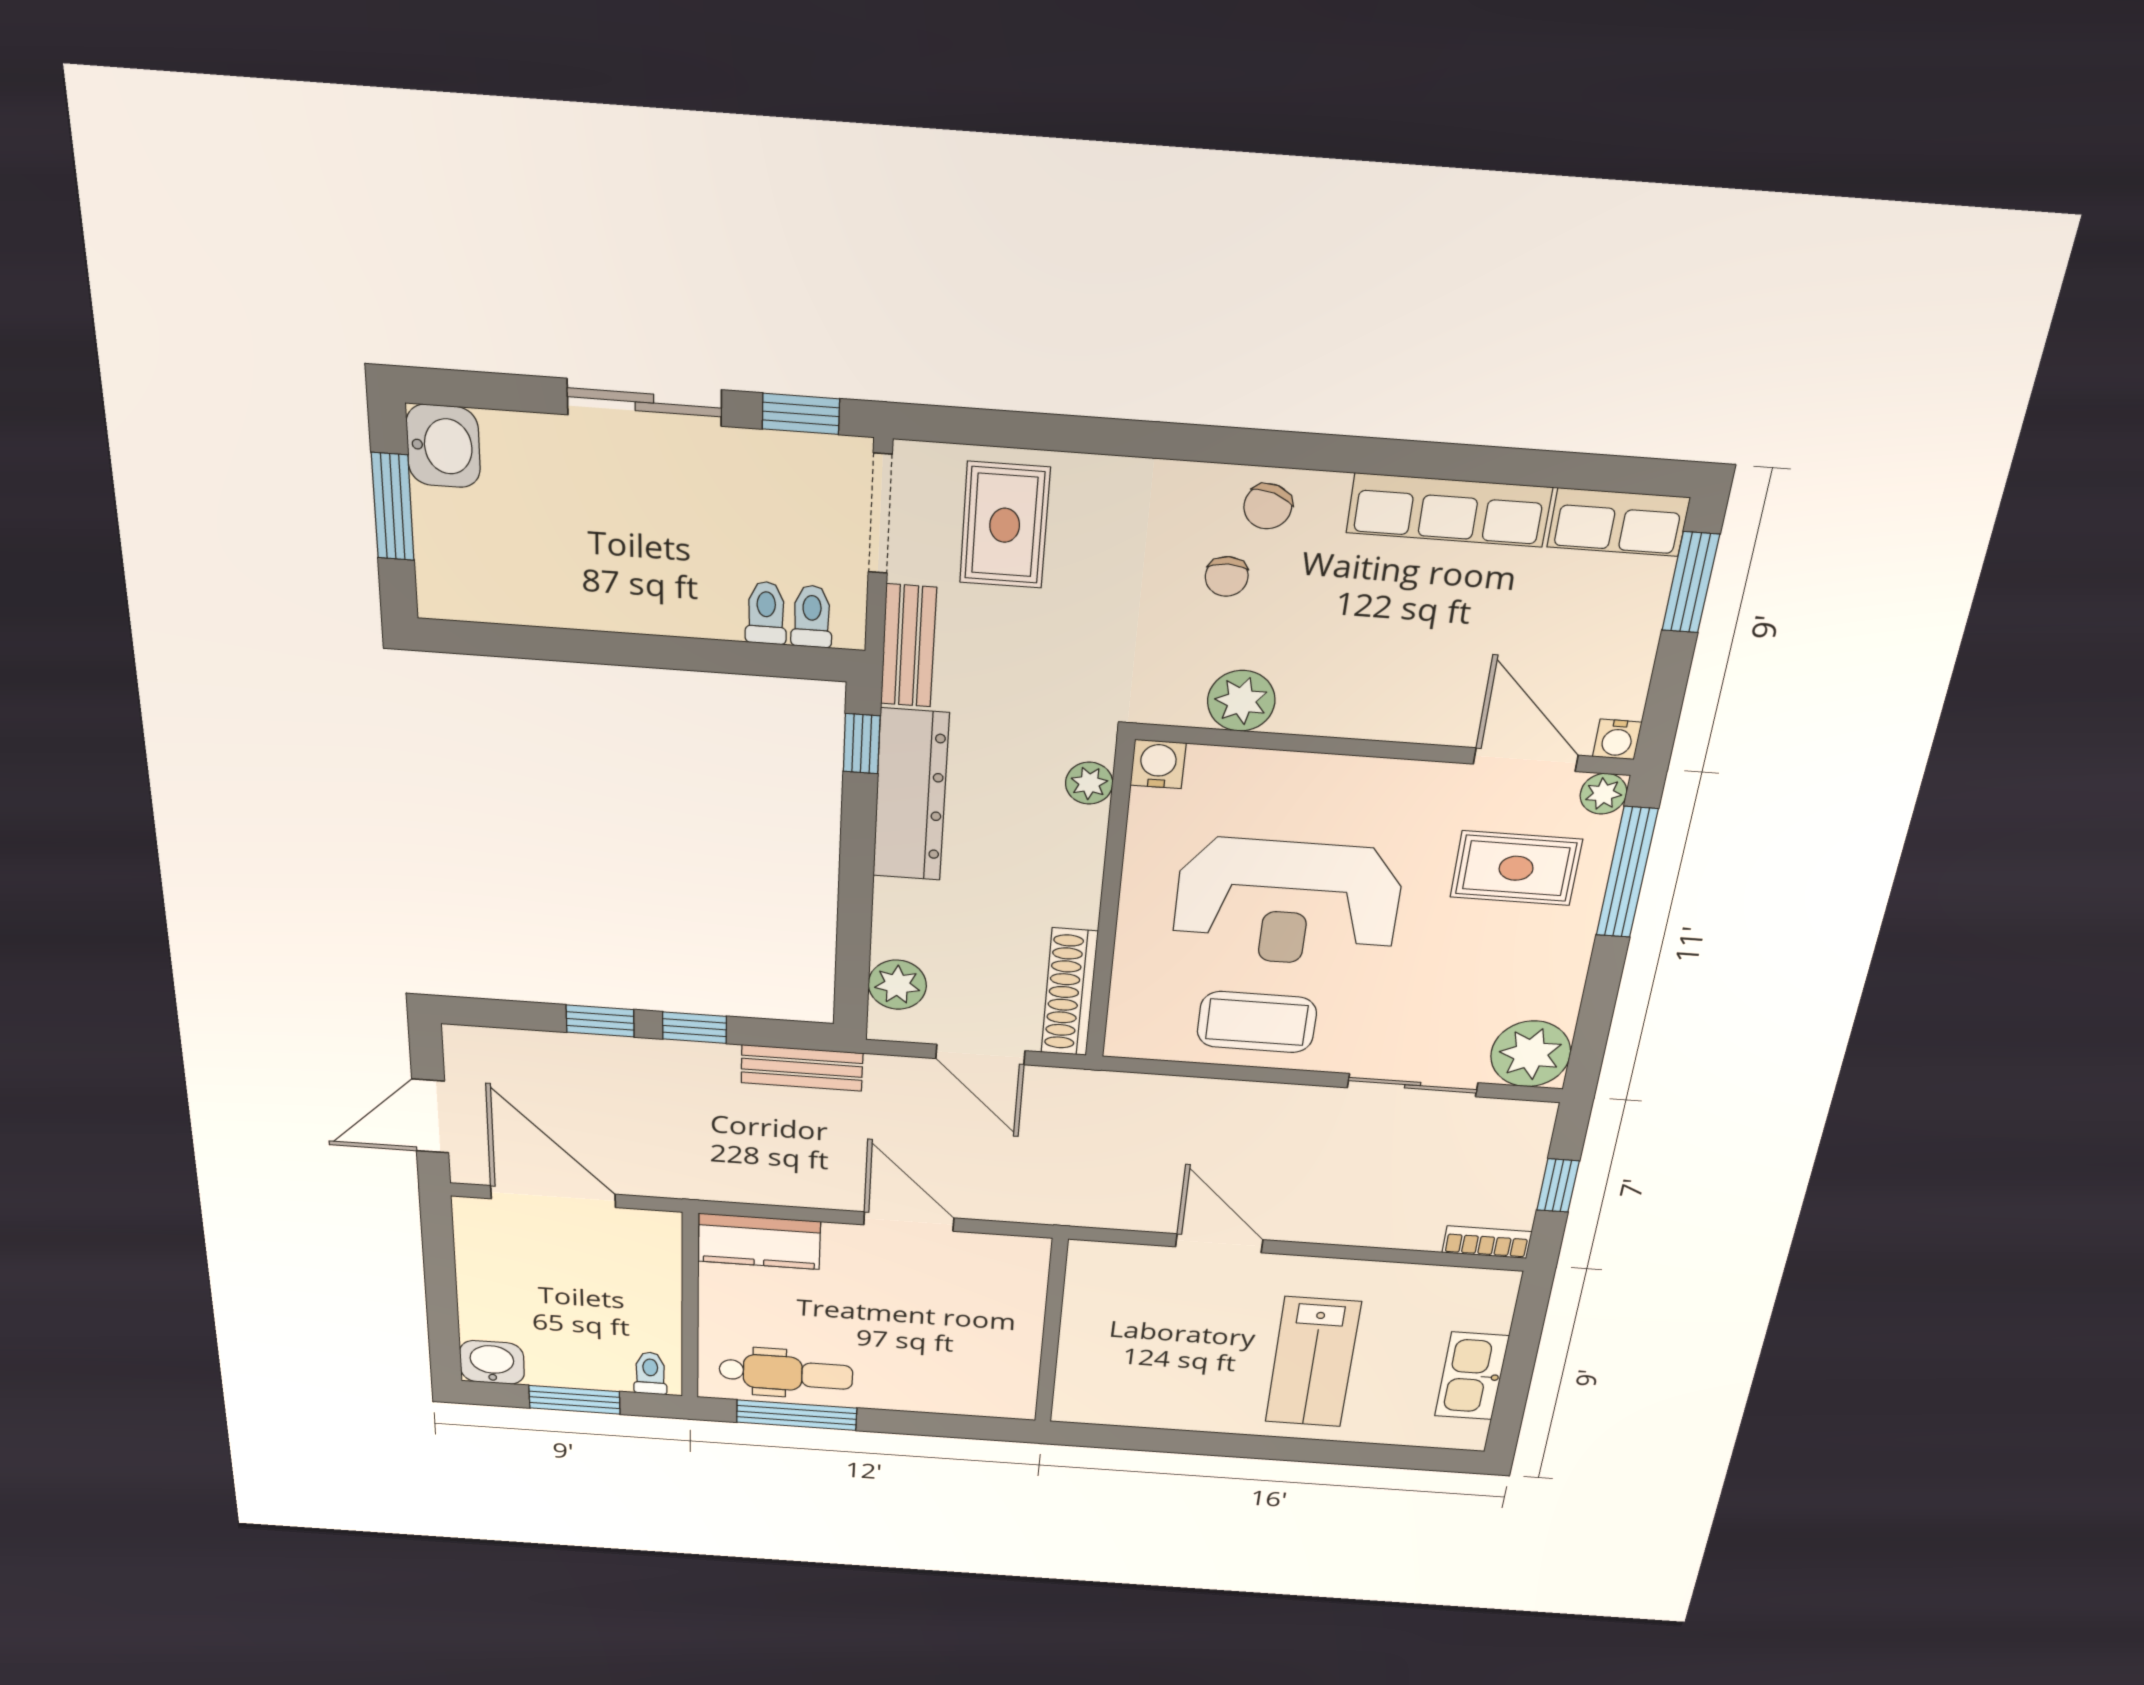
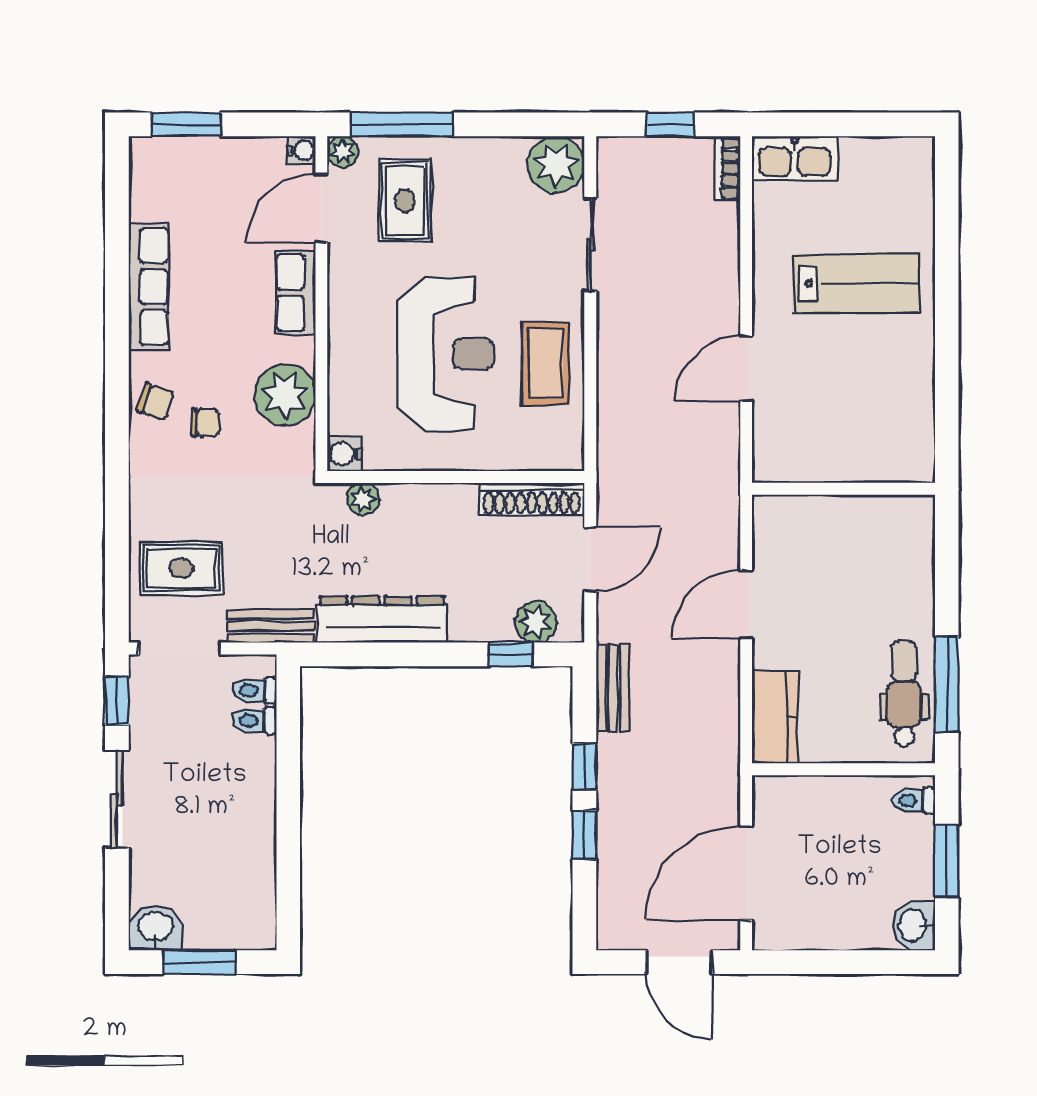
row of seats: (1618, 522) -> (295, 293), moved, turned 180
plant: (1241, 701) -> (285, 395), width x1.36, depth x1.36
window: (862, 744) -> (510, 654), moved
kitchen sink: (1472, 1376) -> (795, 159), moved

